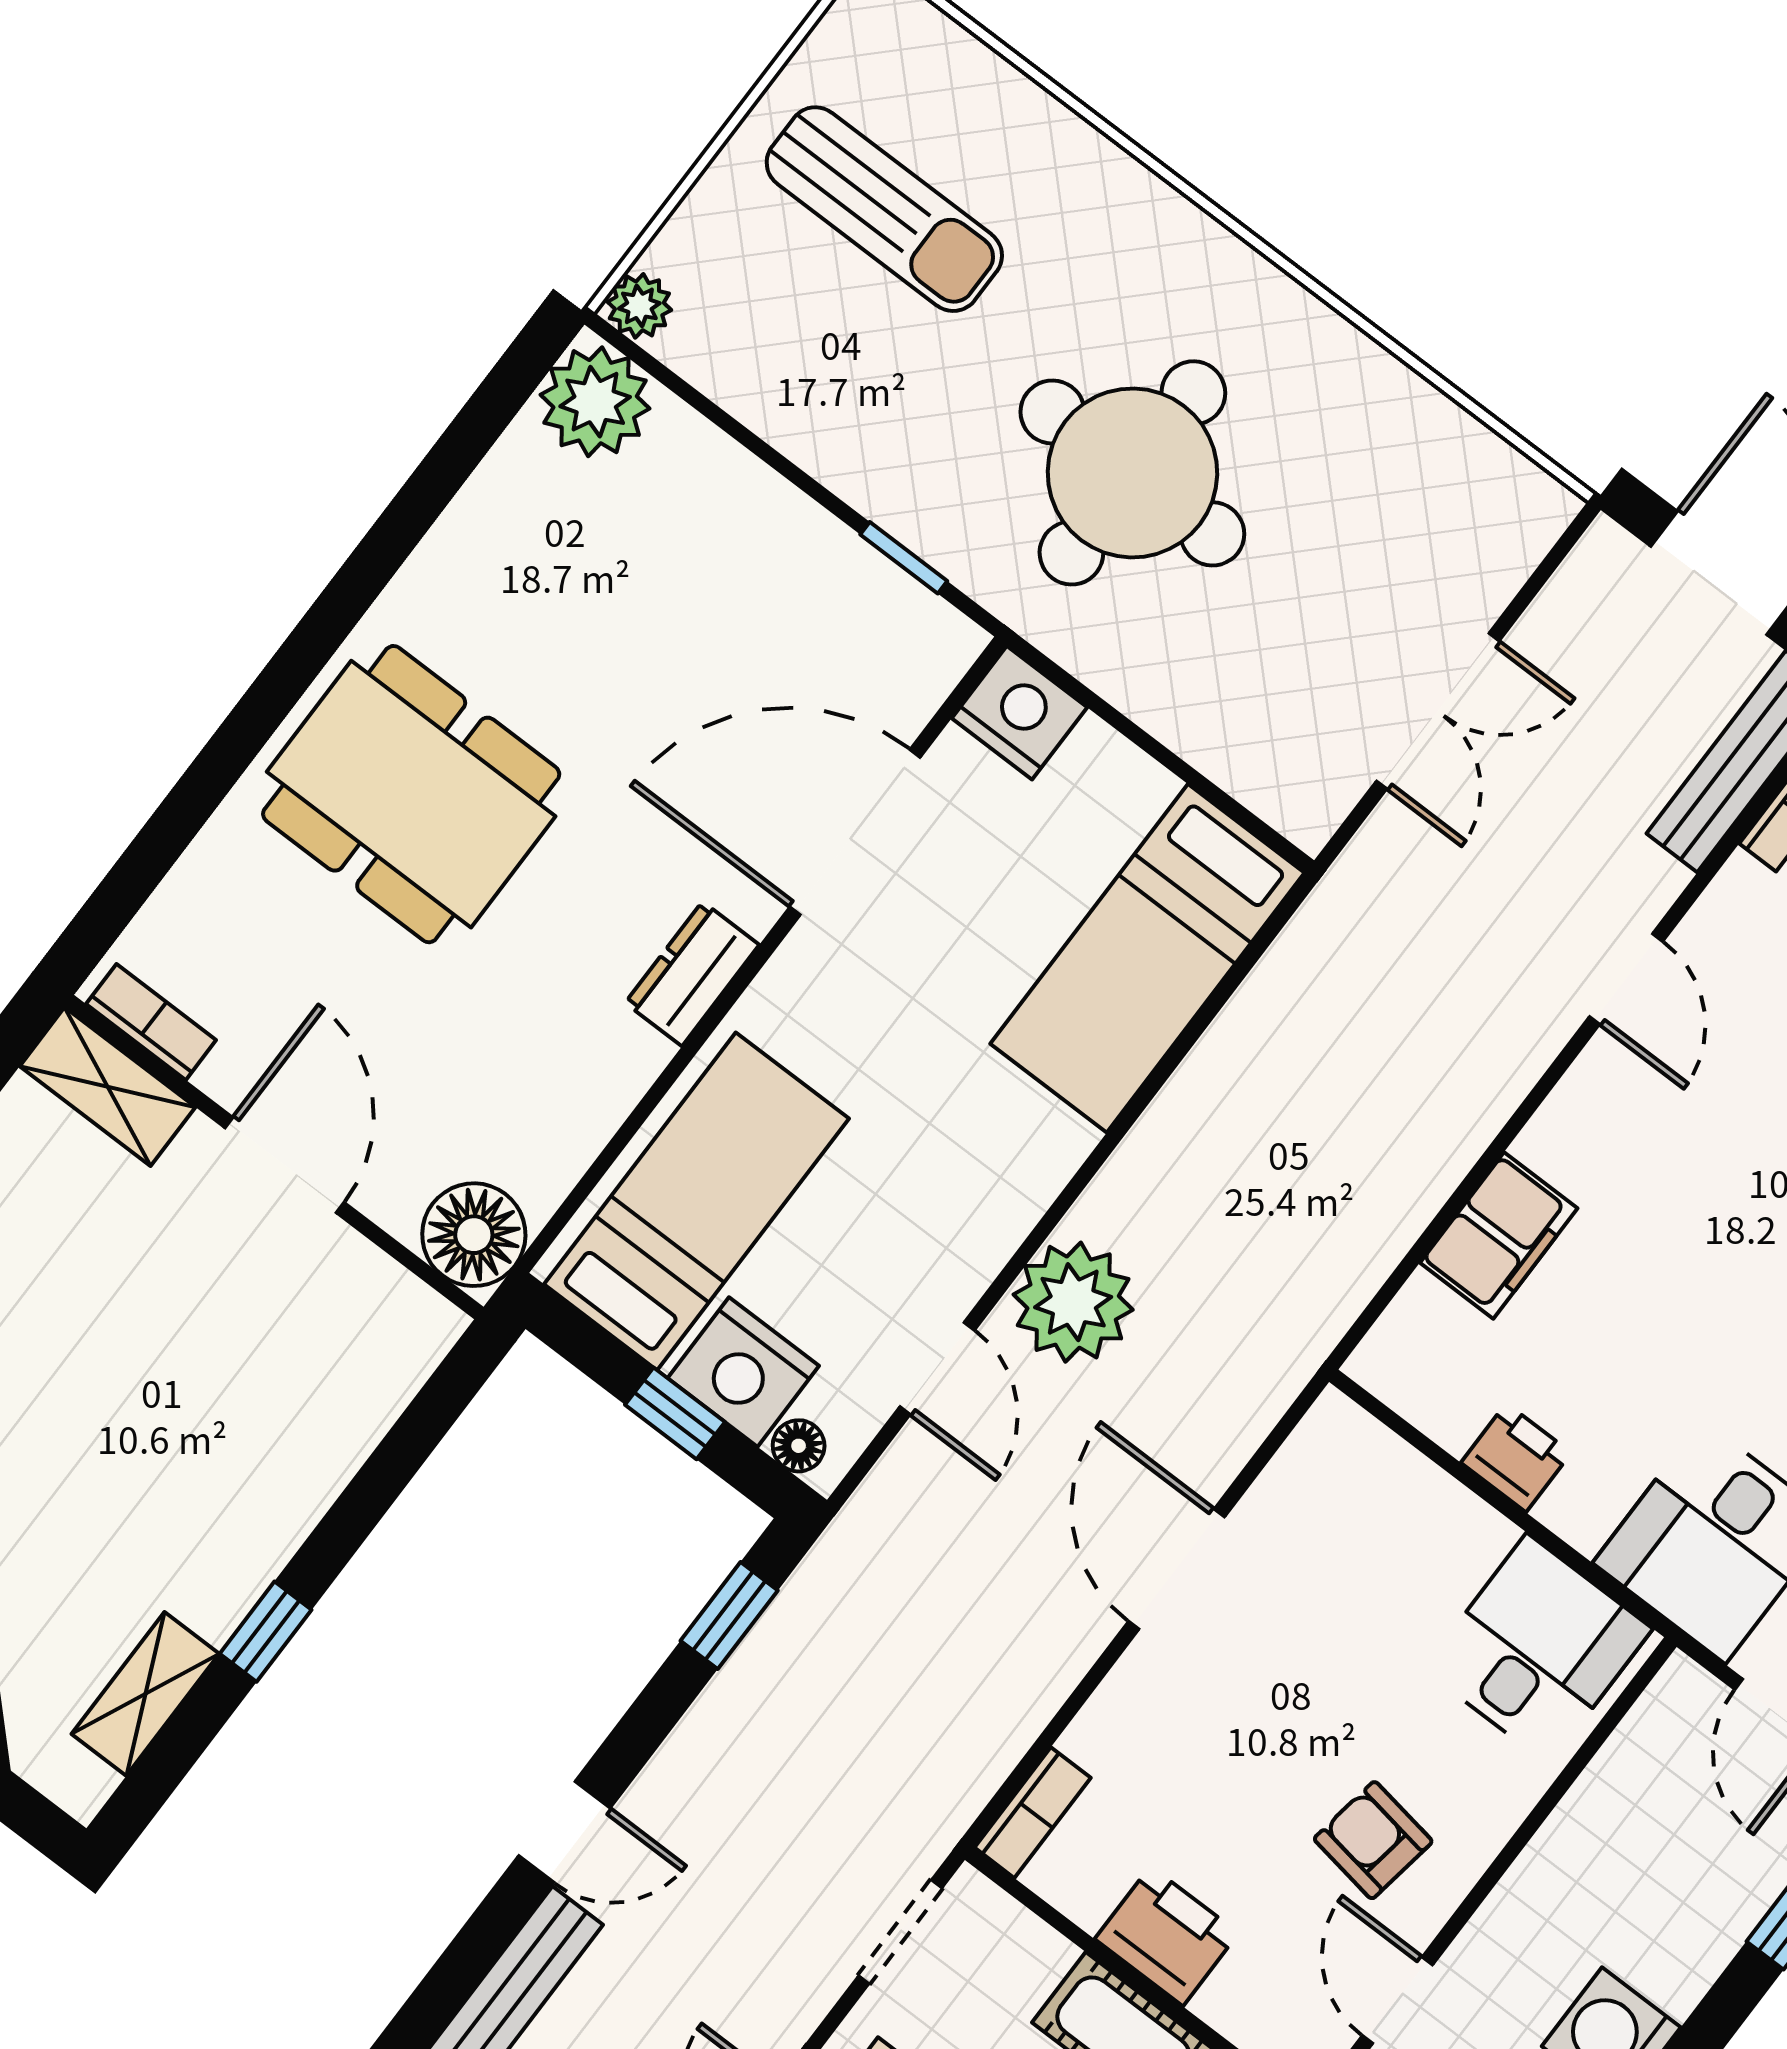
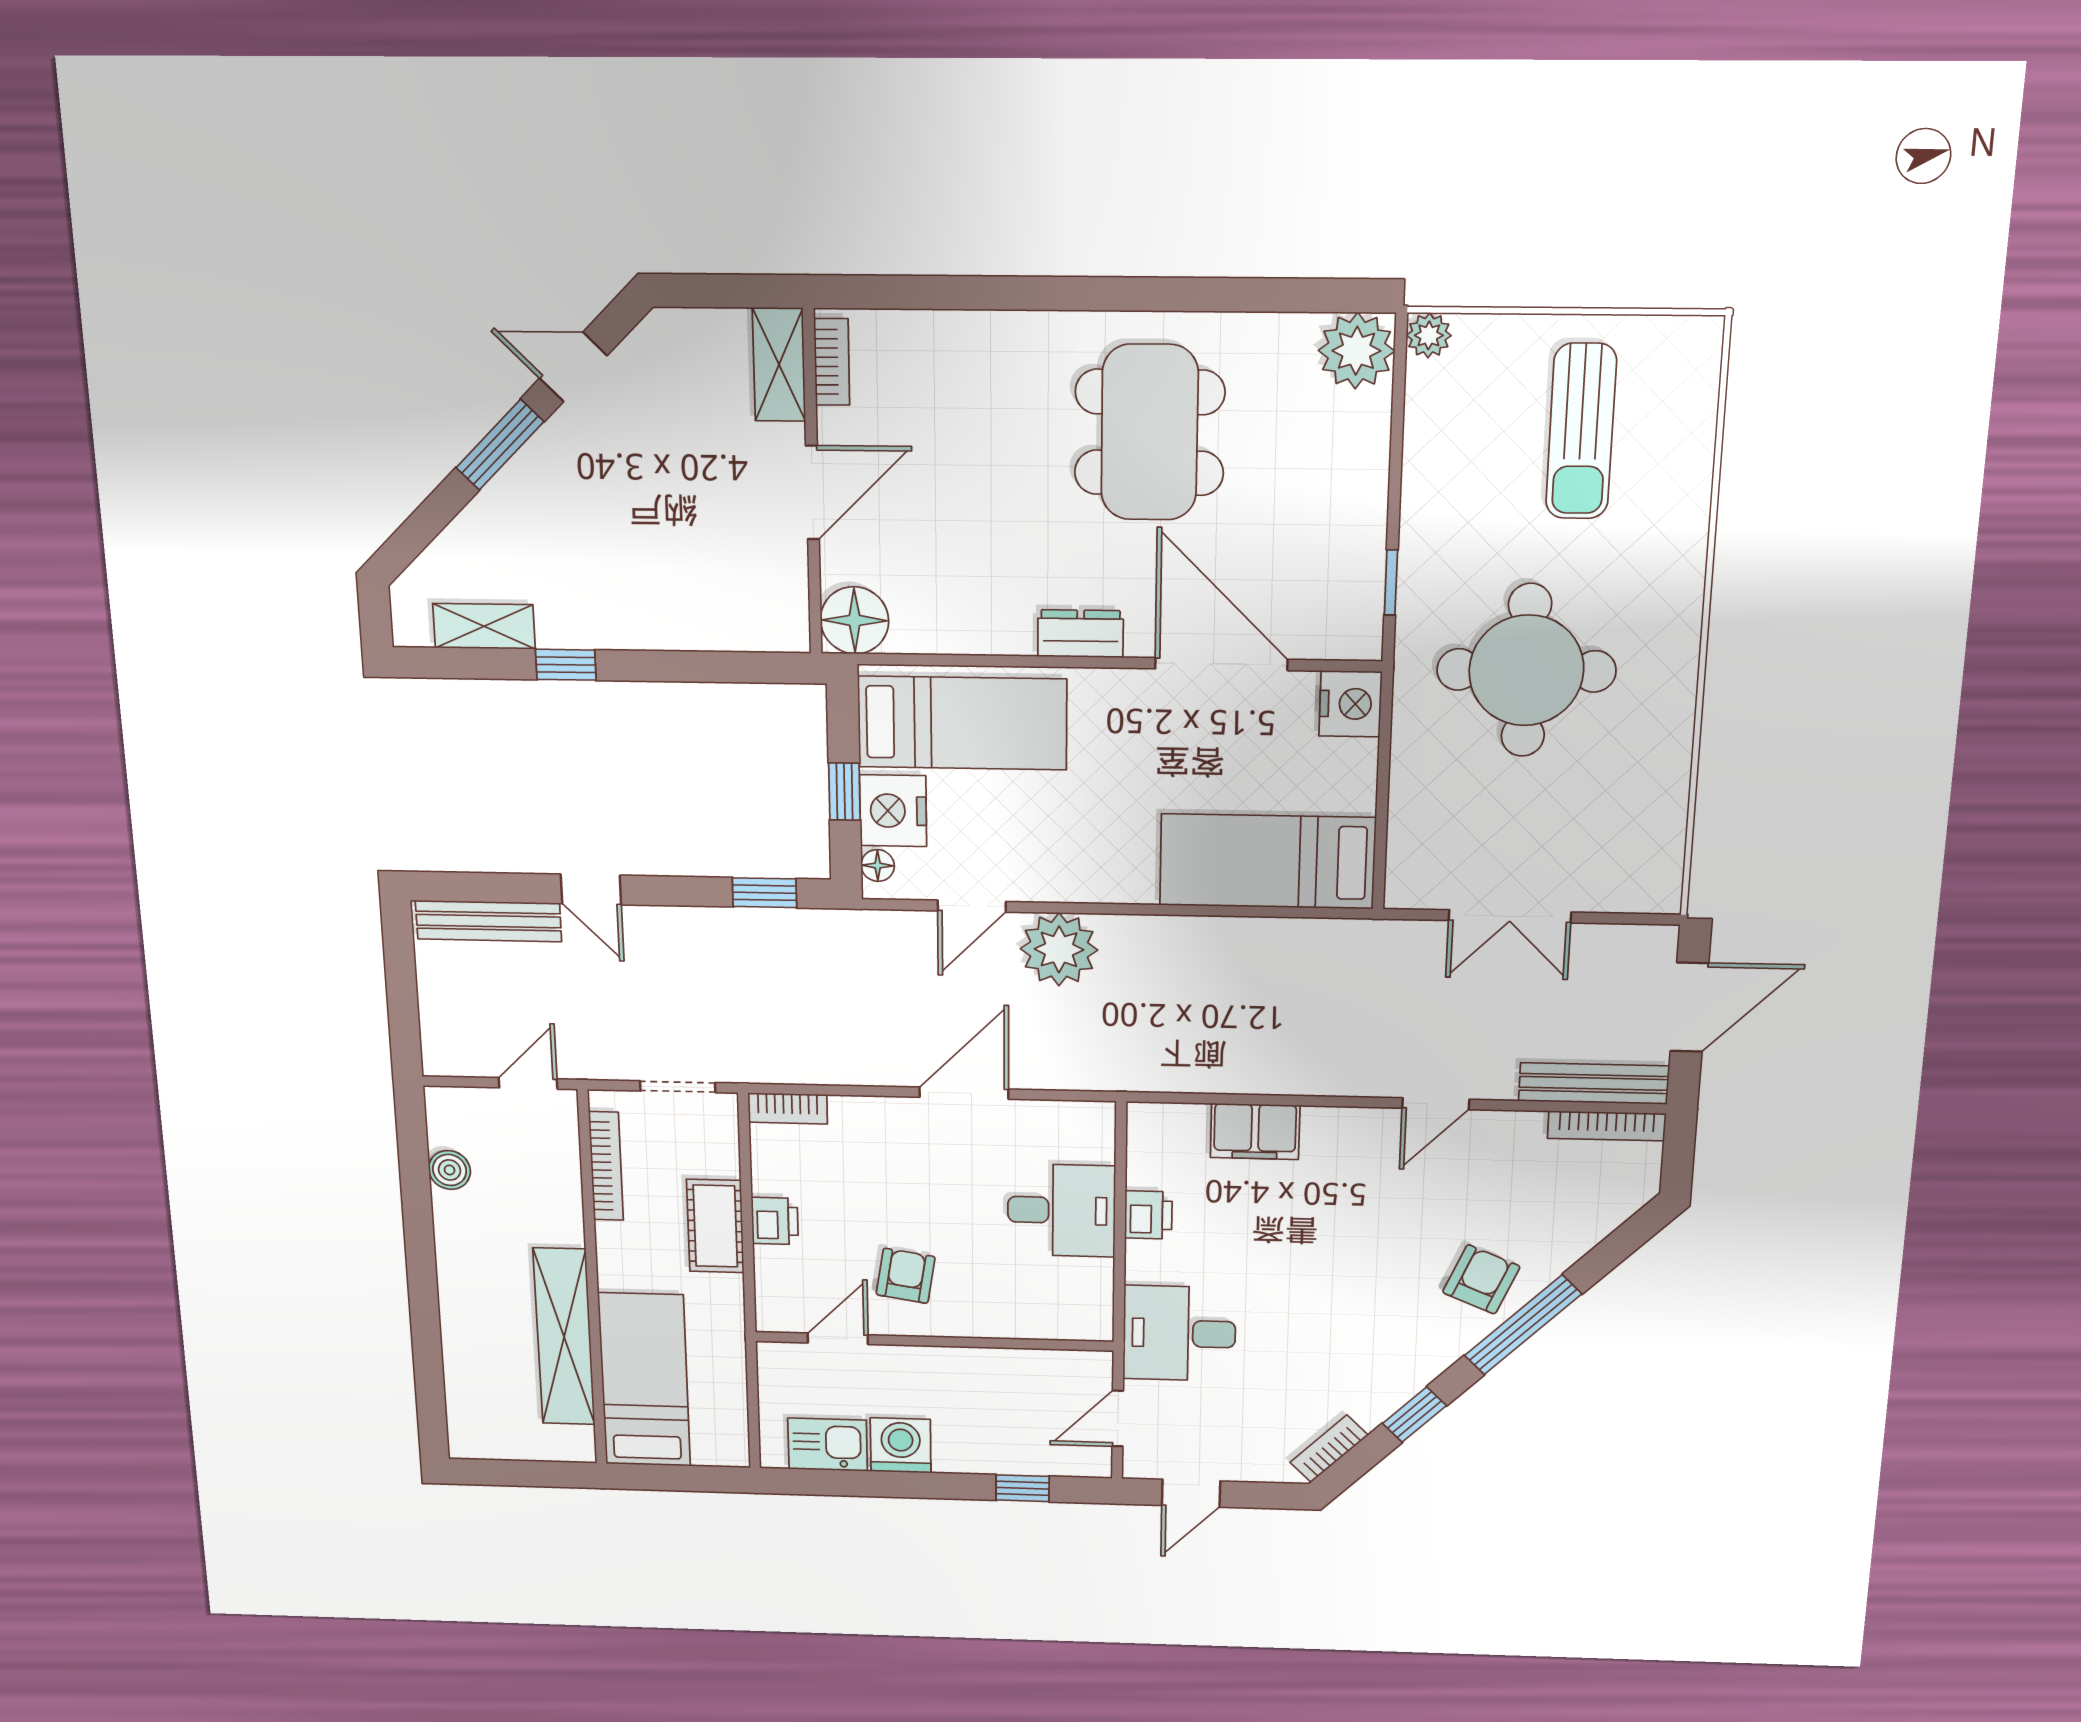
dining table: (411, 794) -> (1149, 433), moved
desk: (1538, 1649) -> (1061, 1210), moved
printer: (1167, 1936) -> (775, 1221), width x0.73, depth x0.81

